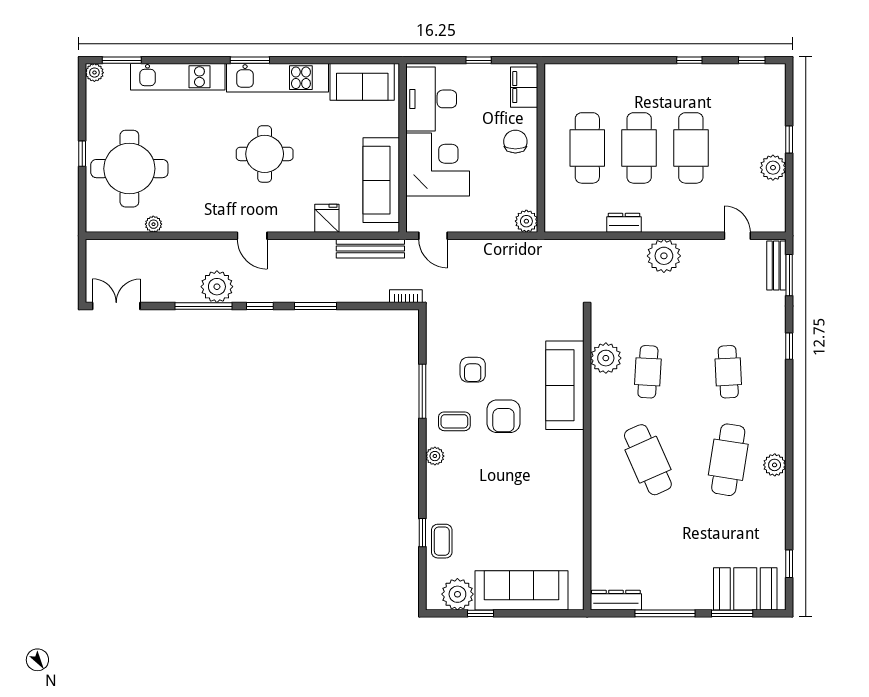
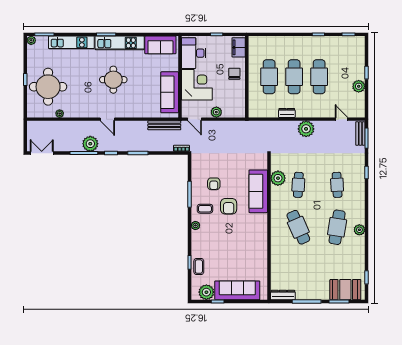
fridge: (327, 218) -> (143, 111), removed
plant: (526, 221) -> (216, 112), moved

